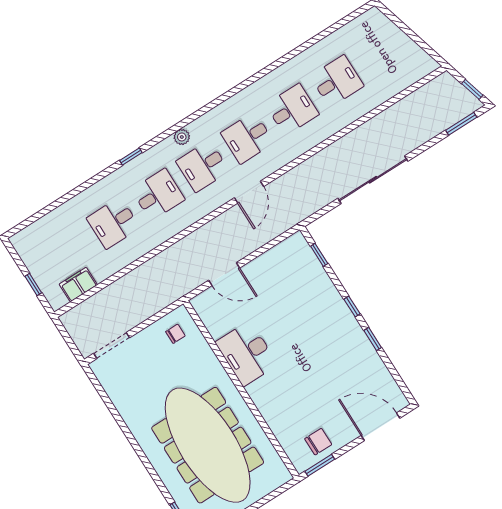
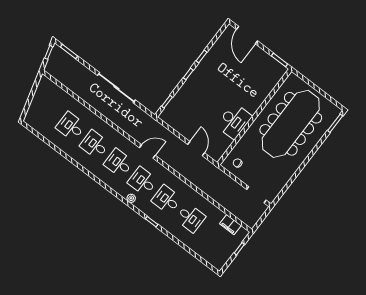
desk: (247, 138) -> (119, 163), turned 180
desk: (203, 166) -> (143, 181), turned 180
chair: (318, 442) -> (267, 65), removed

